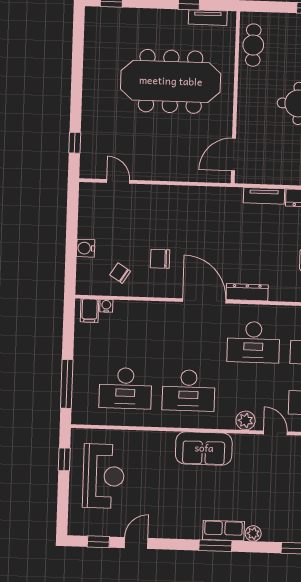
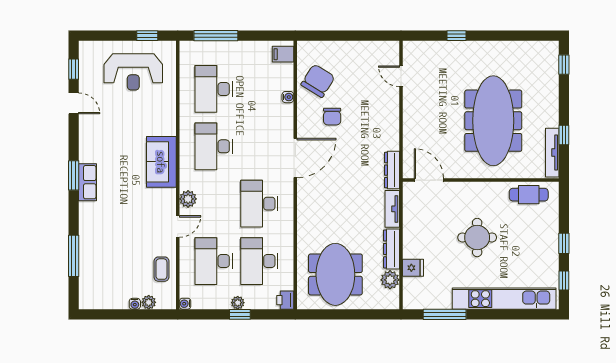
tv unit: (208, 18) -> (552, 153), width x1.41
window: (75, 143) -> (457, 36), moved
door: (118, 181) -> (401, 76), swing flipped
water cooler: (86, 248) -> (340, 49), removed
chair: (160, 259) -> (332, 117), turned 180
chair: (120, 273) -> (318, 81), width x1.87, depth x1.87
dresser: (247, 292) -> (392, 170), moved, turned 180
water cooler: (106, 306) -> (288, 97), moved
plant: (253, 533) -> (86, 209), removed

